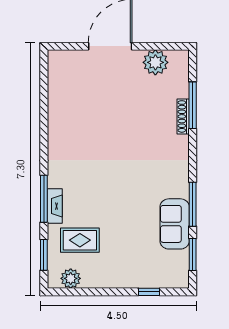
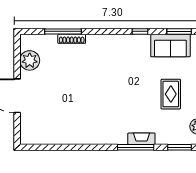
window: (193, 204) -> (140, 31), width x0.46
sofa: (175, 224) -> (170, 46), moved
rug: (80, 240) -> (171, 94), moved

